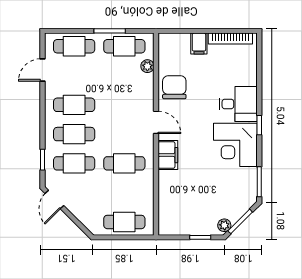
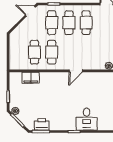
chair: (174, 87) -> (96, 82), removed
corner desk: (235, 145) -> (63, 117), removed
filing cabinet: (168, 155) -> (31, 78), moved
printer: (247, 180) -> (42, 124), added
cafe table: (124, 222) -> (34, 52), moved

